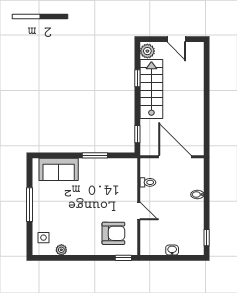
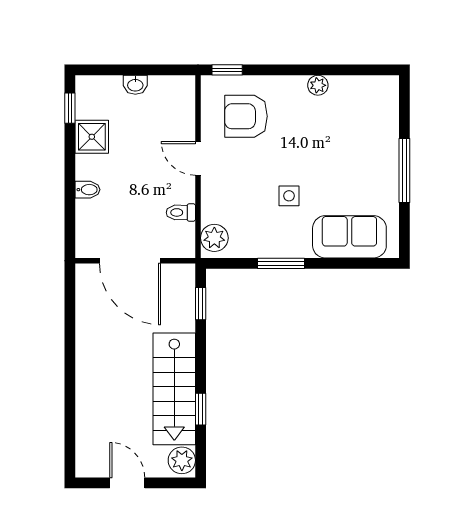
plant: (130, 169) -> (214, 238), added
shower: (195, 222) -> (92, 137), added
side table: (43, 238) -> (289, 196), moved
plant: (61, 250) -> (318, 85), moved

